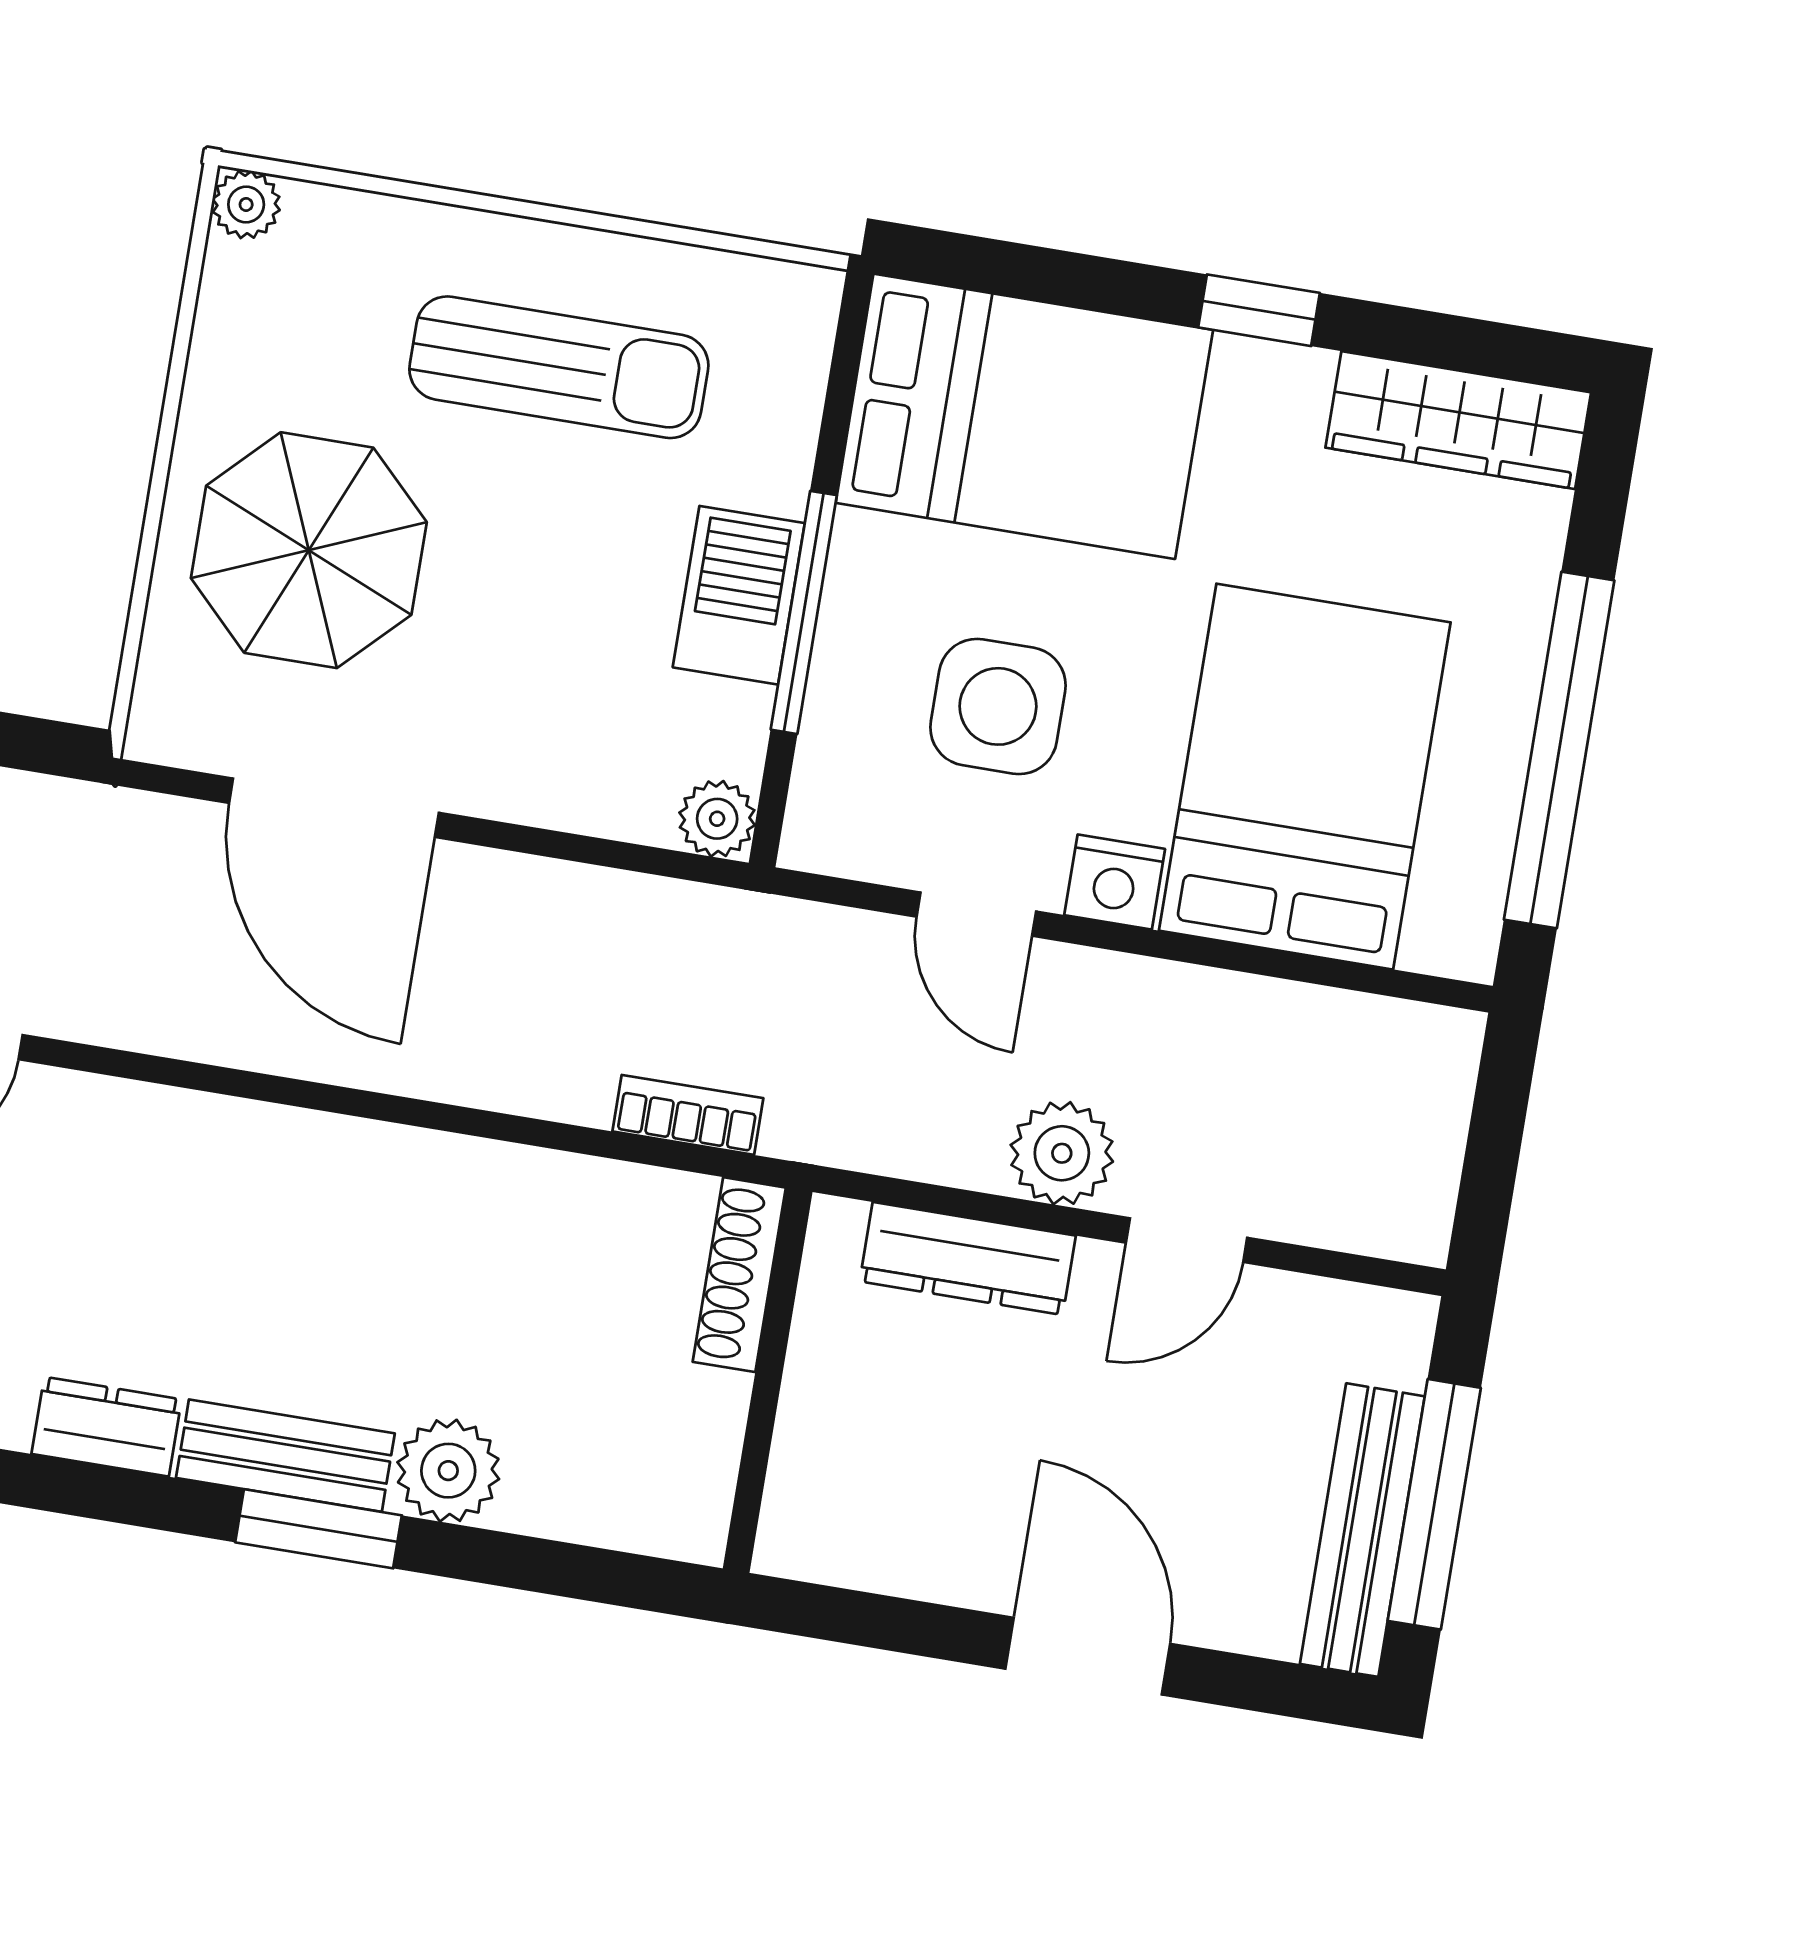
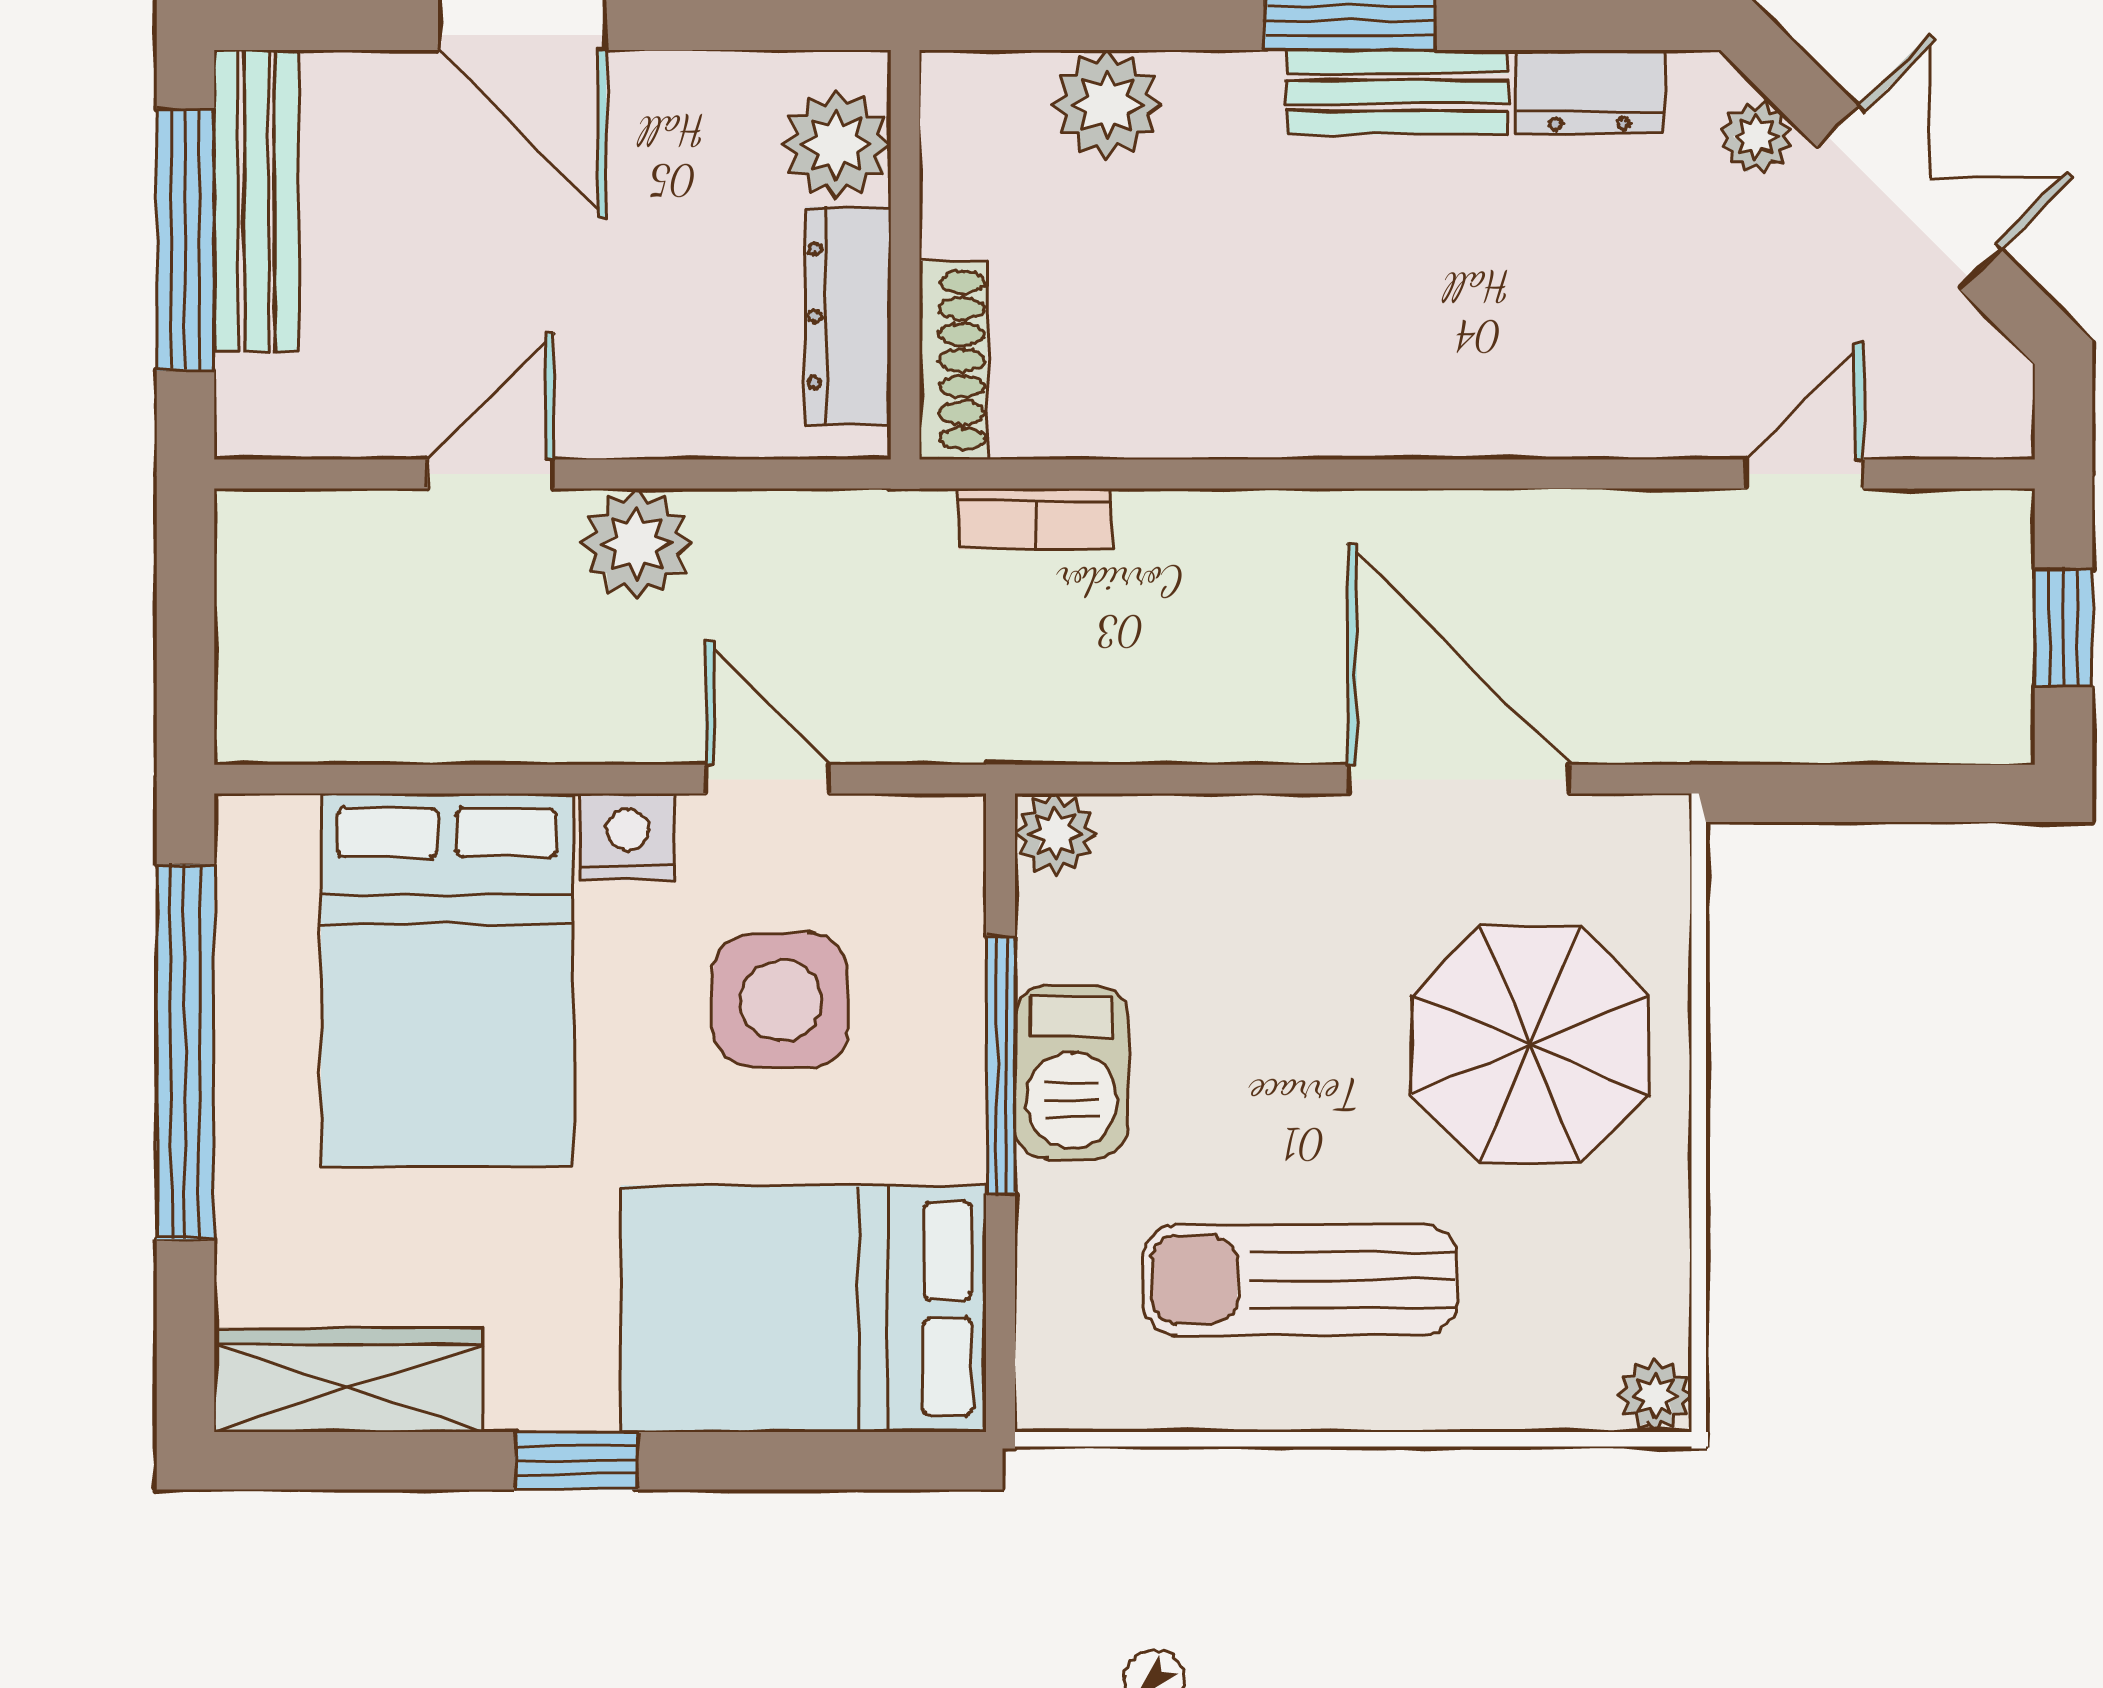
dresser: (968, 1258) -> (848, 316), moved, turned -90
plant: (448, 1471) -> (1107, 105), moved
plant: (815, 1493) -> (837, 145), added

